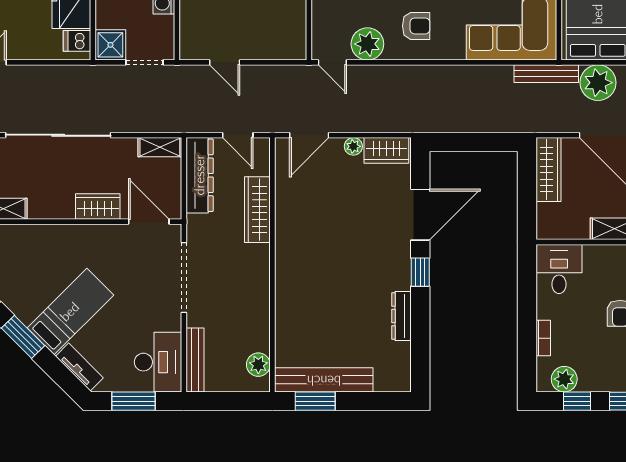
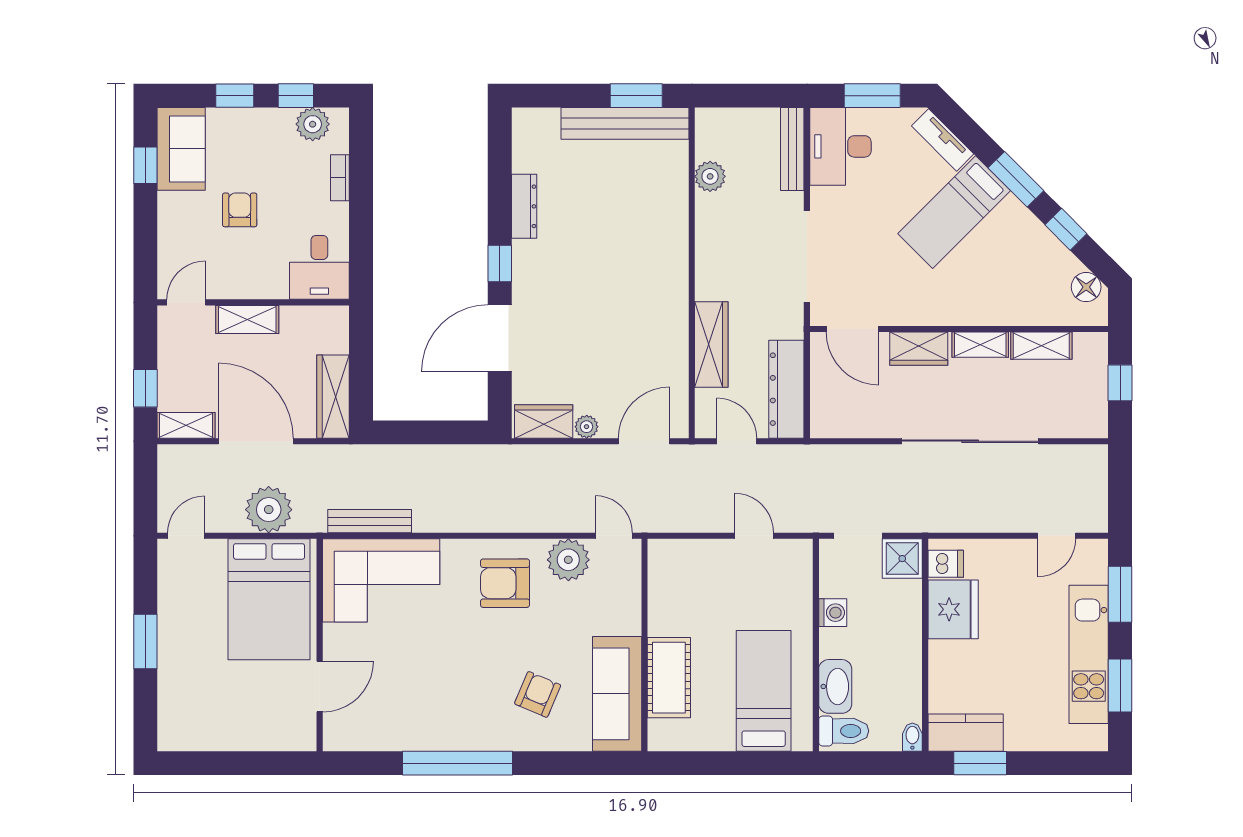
armchair: (416, 26) -> (505, 583), width x1.38, depth x1.38
bench: (546, 74) -> (370, 521), moved
shelving: (160, 147) -> (980, 345), moved
plant: (258, 365) -> (710, 176), moved

